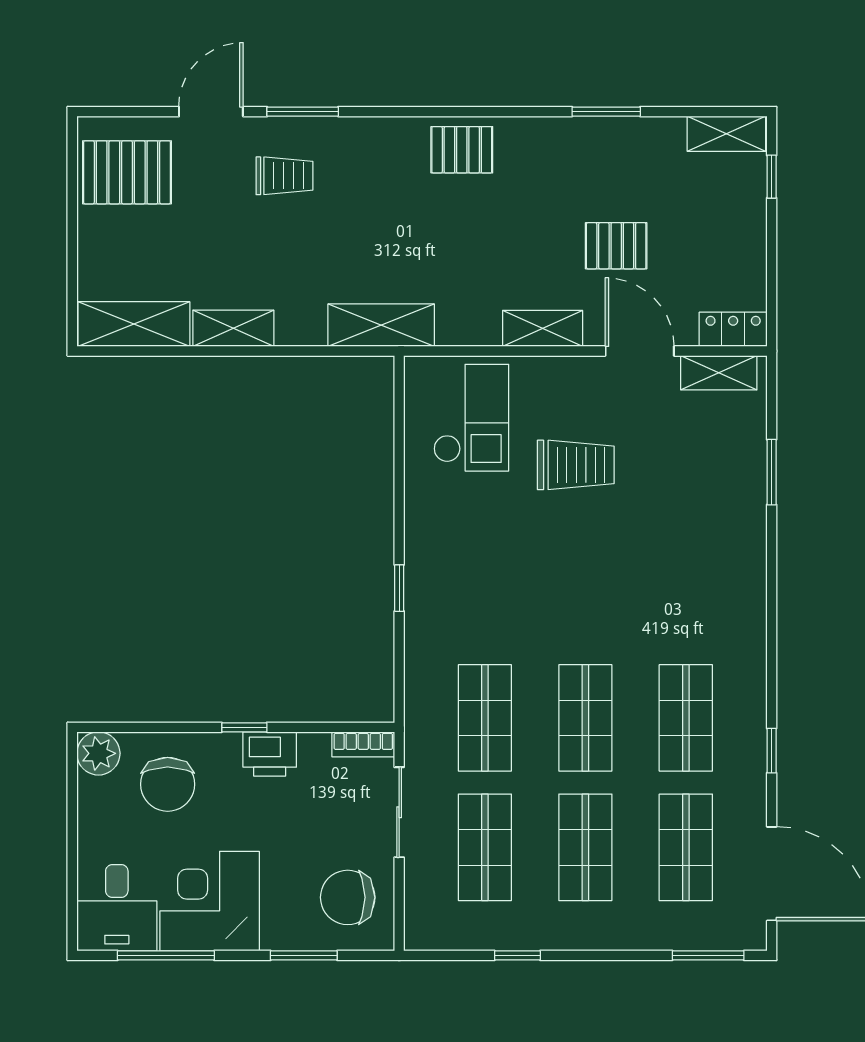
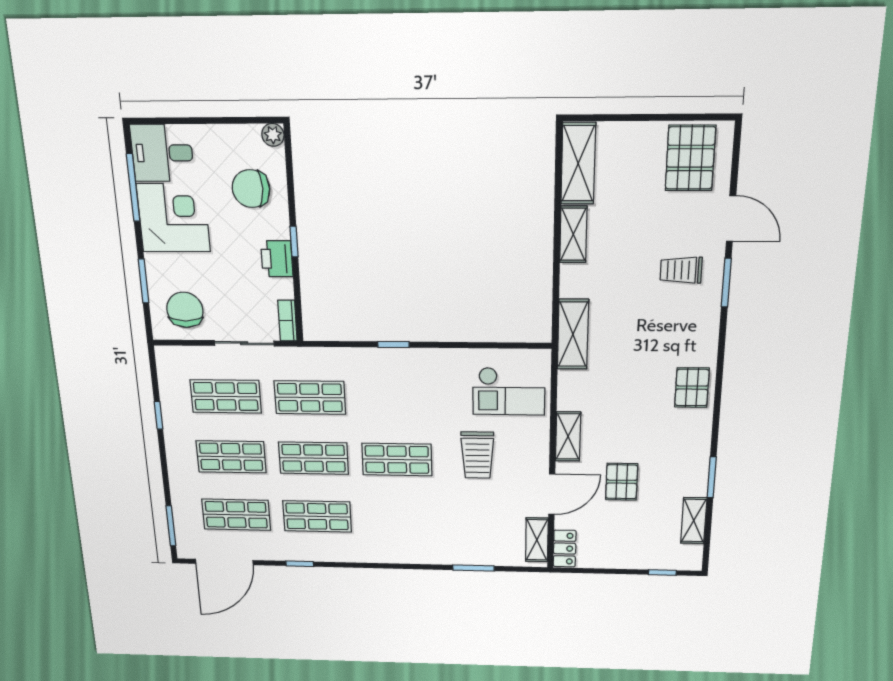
shelving: (726, 134) -> (694, 521), moved
trolley: (284, 176) -> (681, 270), turned 90
shop shelf: (585, 588) -> (397, 460), added
plant: (98, 753) -> (273, 135), width x0.73, depth x0.73

